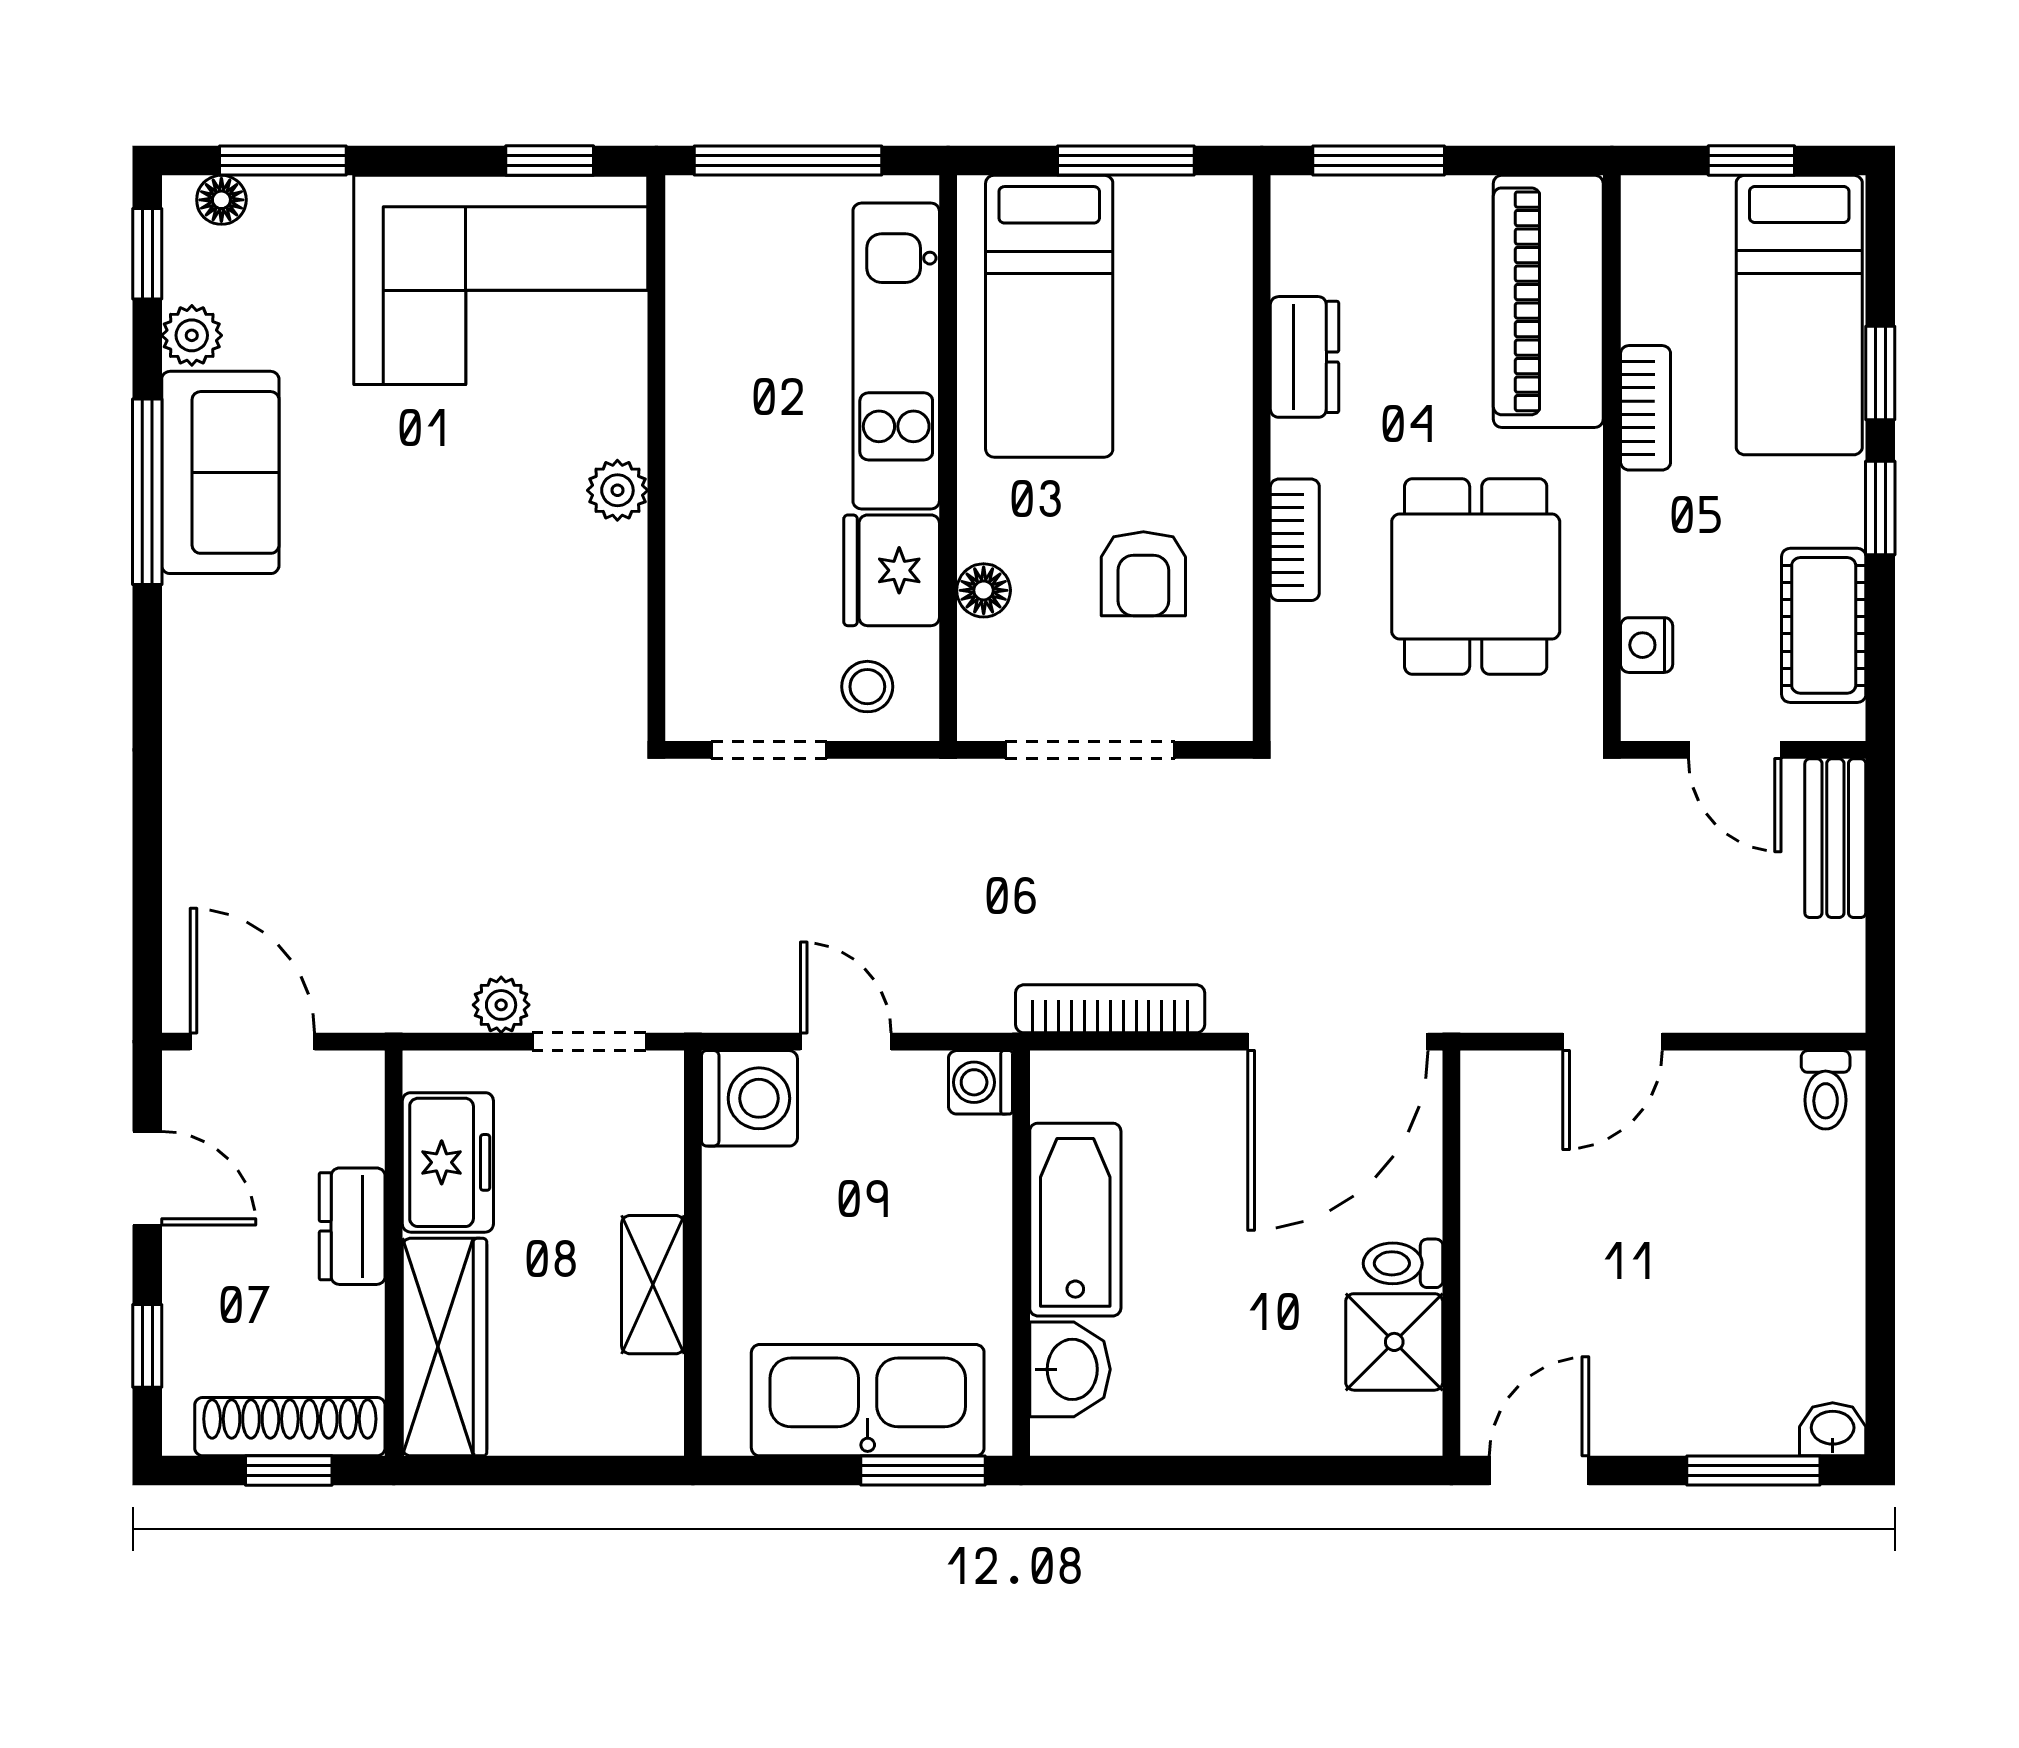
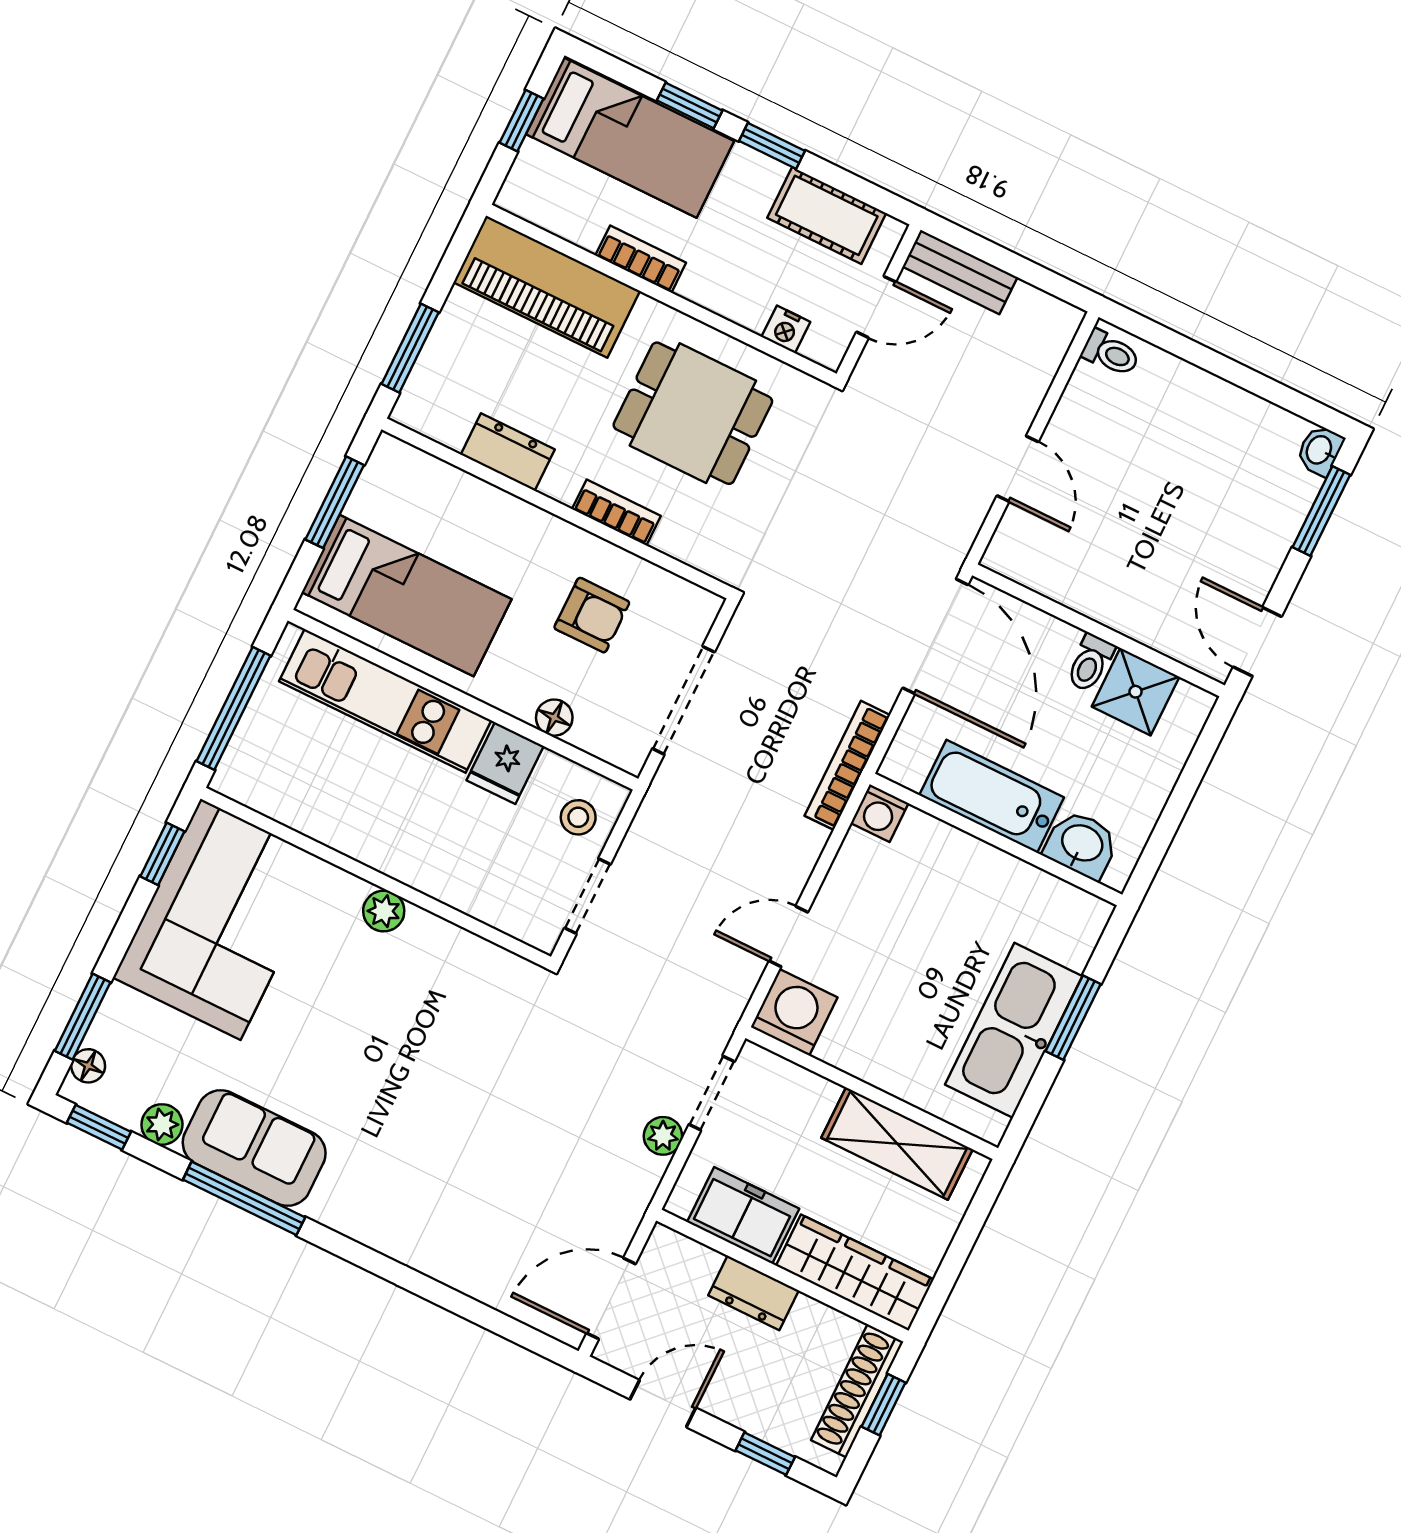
fridge: (892, 570) -> (505, 763), width x0.72
washing machine: (980, 1082) -> (880, 813), moved
bathtub: (1075, 1220) -> (992, 796), moved
wall: (1021, 1253) -> (996, 839), moved
shelving: (653, 1285) -> (897, 1144), width x1.50, depth x1.33
washbasin: (1070, 1369) -> (1081, 844), moved

